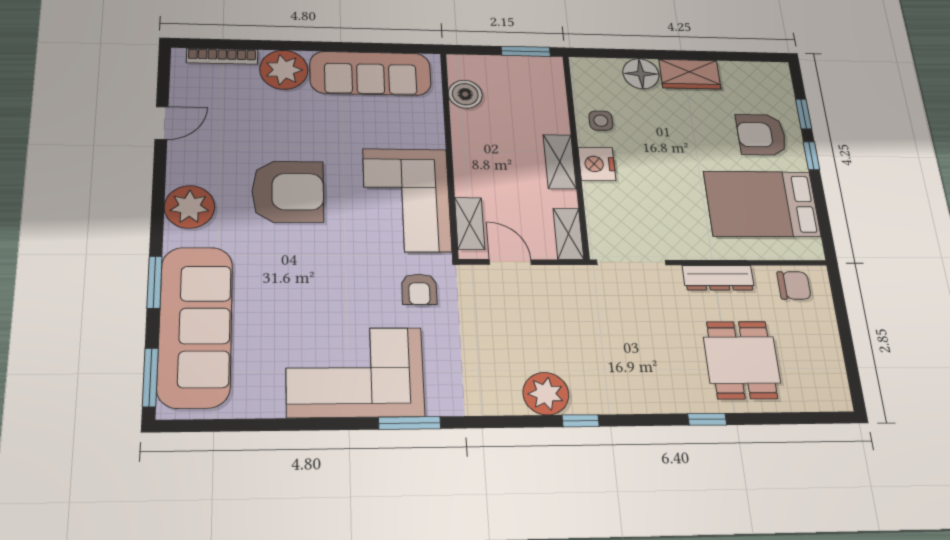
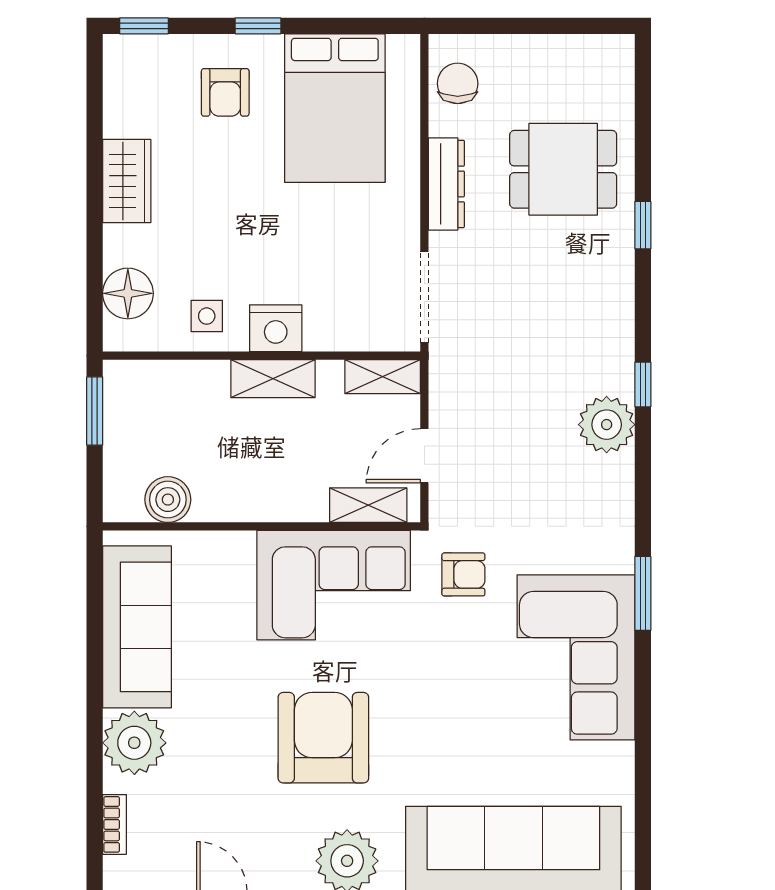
bookcase: (222, 56) -> (114, 824), width x0.64
floor lamp: (641, 74) -> (128, 293), moved
window: (804, 114) -> (144, 26), moved
armchair: (761, 135) -> (225, 92), width x0.72, depth x0.72

